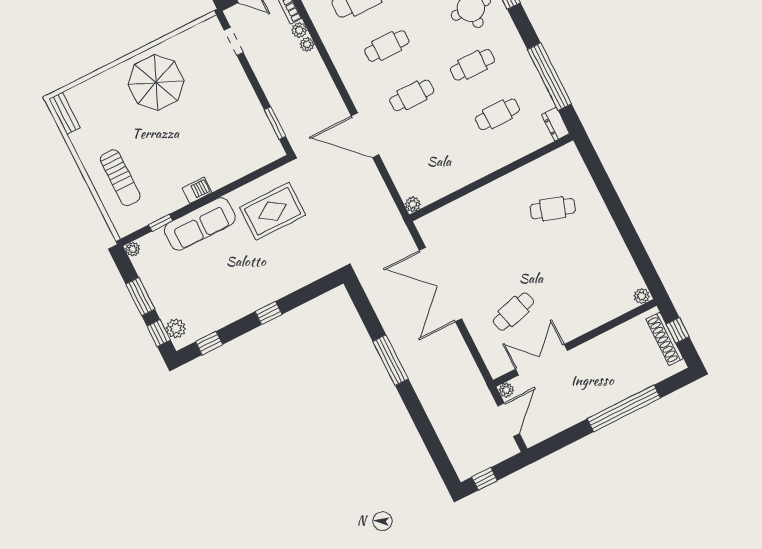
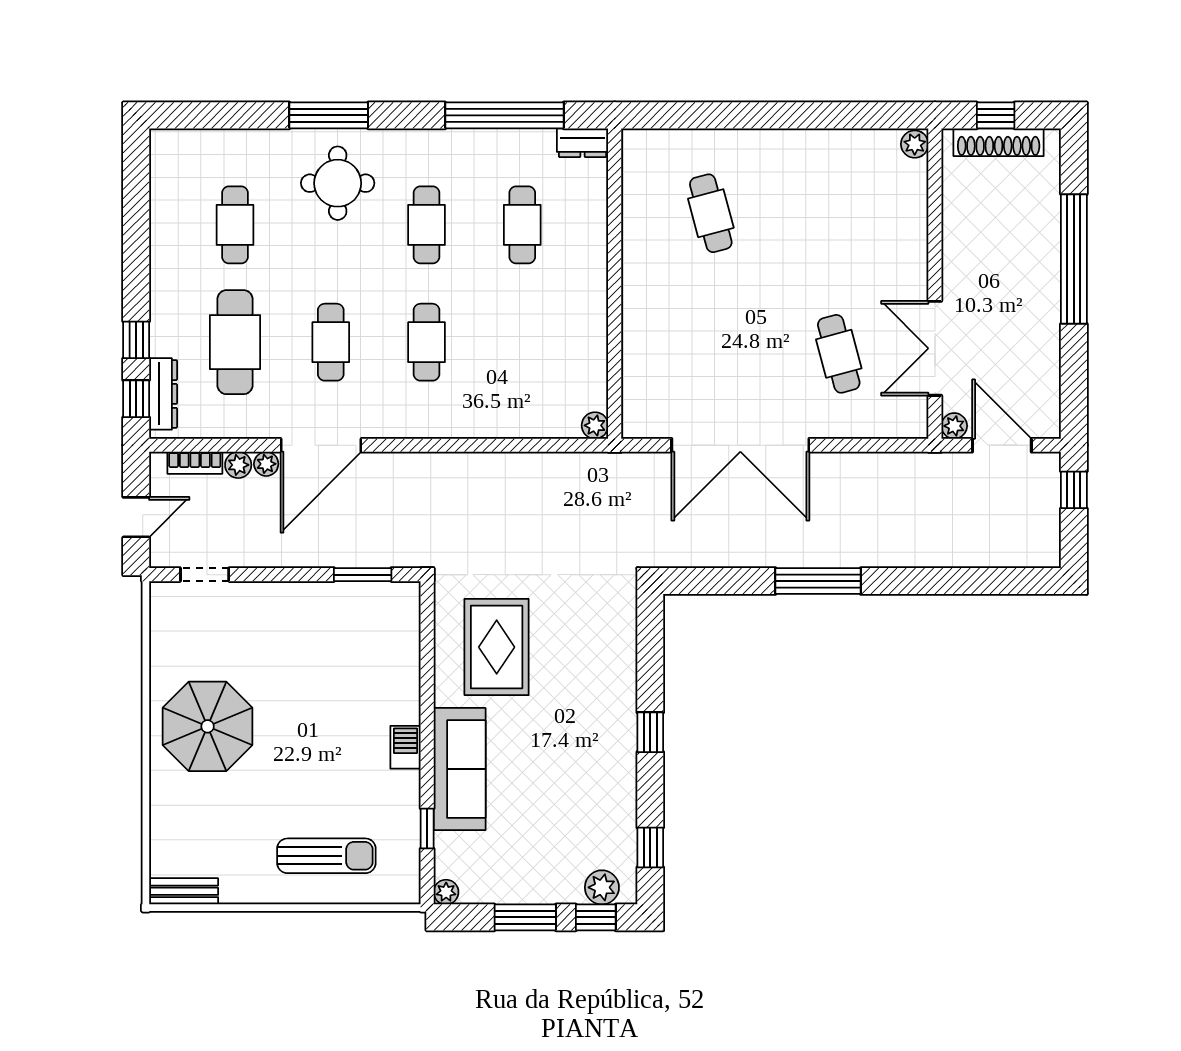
door: (365, 135) -> (321, 445), moved
cafe table: (553, 209) -> (711, 213), turned -33
window: (484, 479) -> (1074, 490), moved

